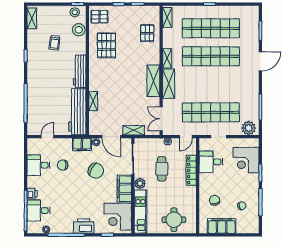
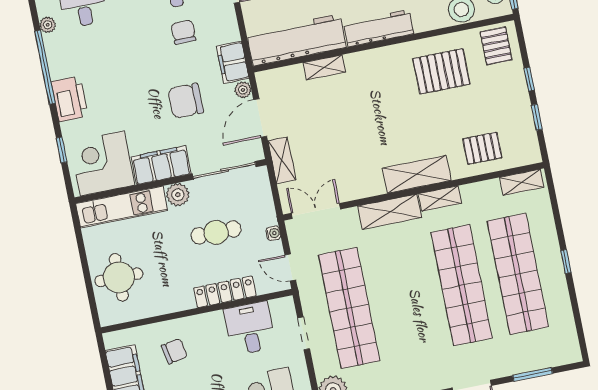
shelving: (153, 81) -> (417, 174), moved
chair: (96, 171) -> (186, 101), turned 60

